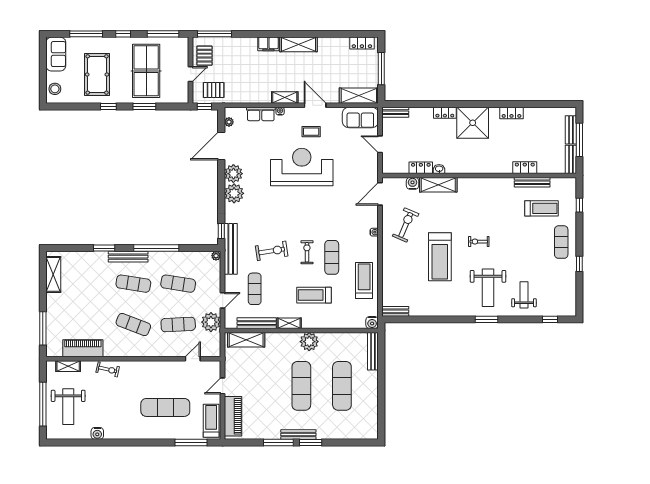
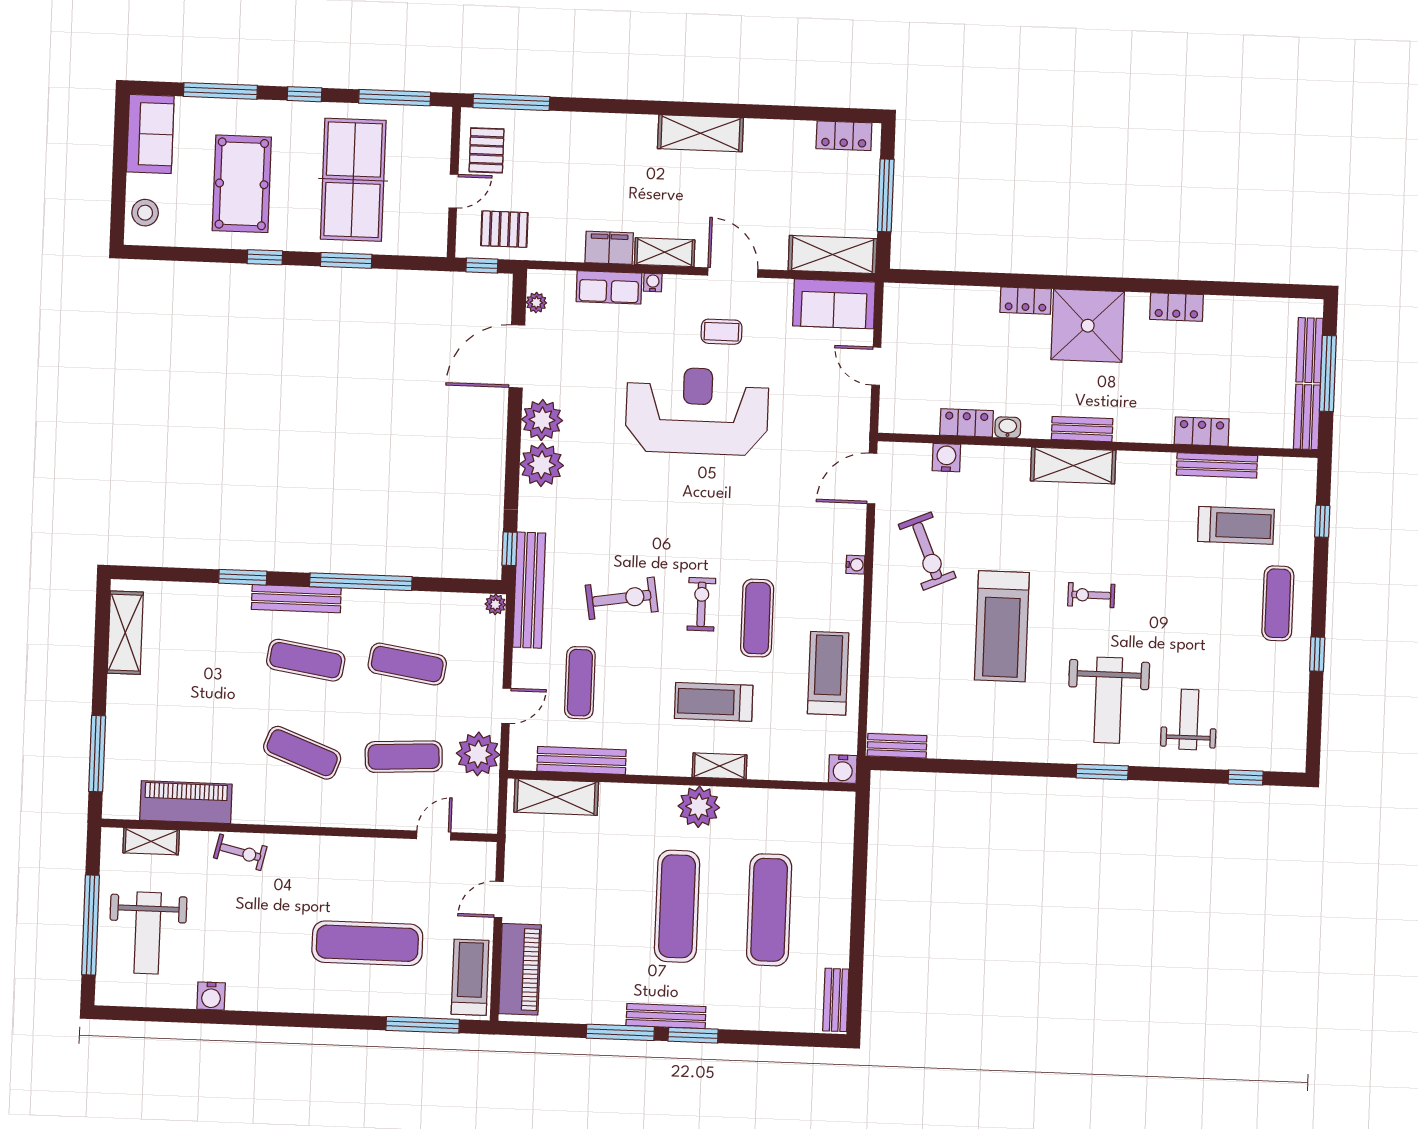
filing cabinet: (268, 44) -> (609, 248), moved, turned 180
bench: (395, 112) -> (1082, 429), moved
shelving: (438, 185) -> (1073, 466), moved
exercise bike: (406, 225) -> (927, 551), turned 134
shelving: (289, 323) -> (720, 766), moved
bench: (373, 351) -> (836, 1000), moved, width x0.73

